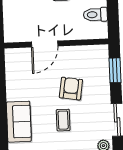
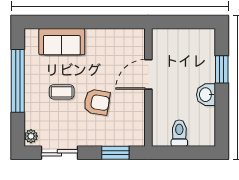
door: (45, 44) -> (148, 74), hinge flipped

